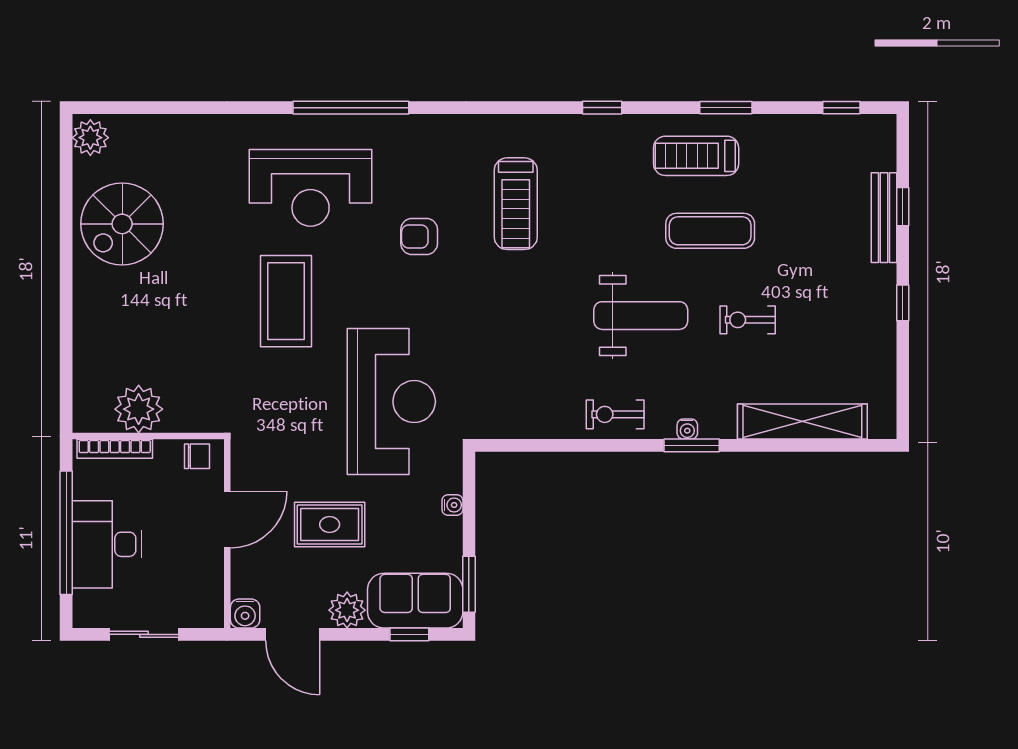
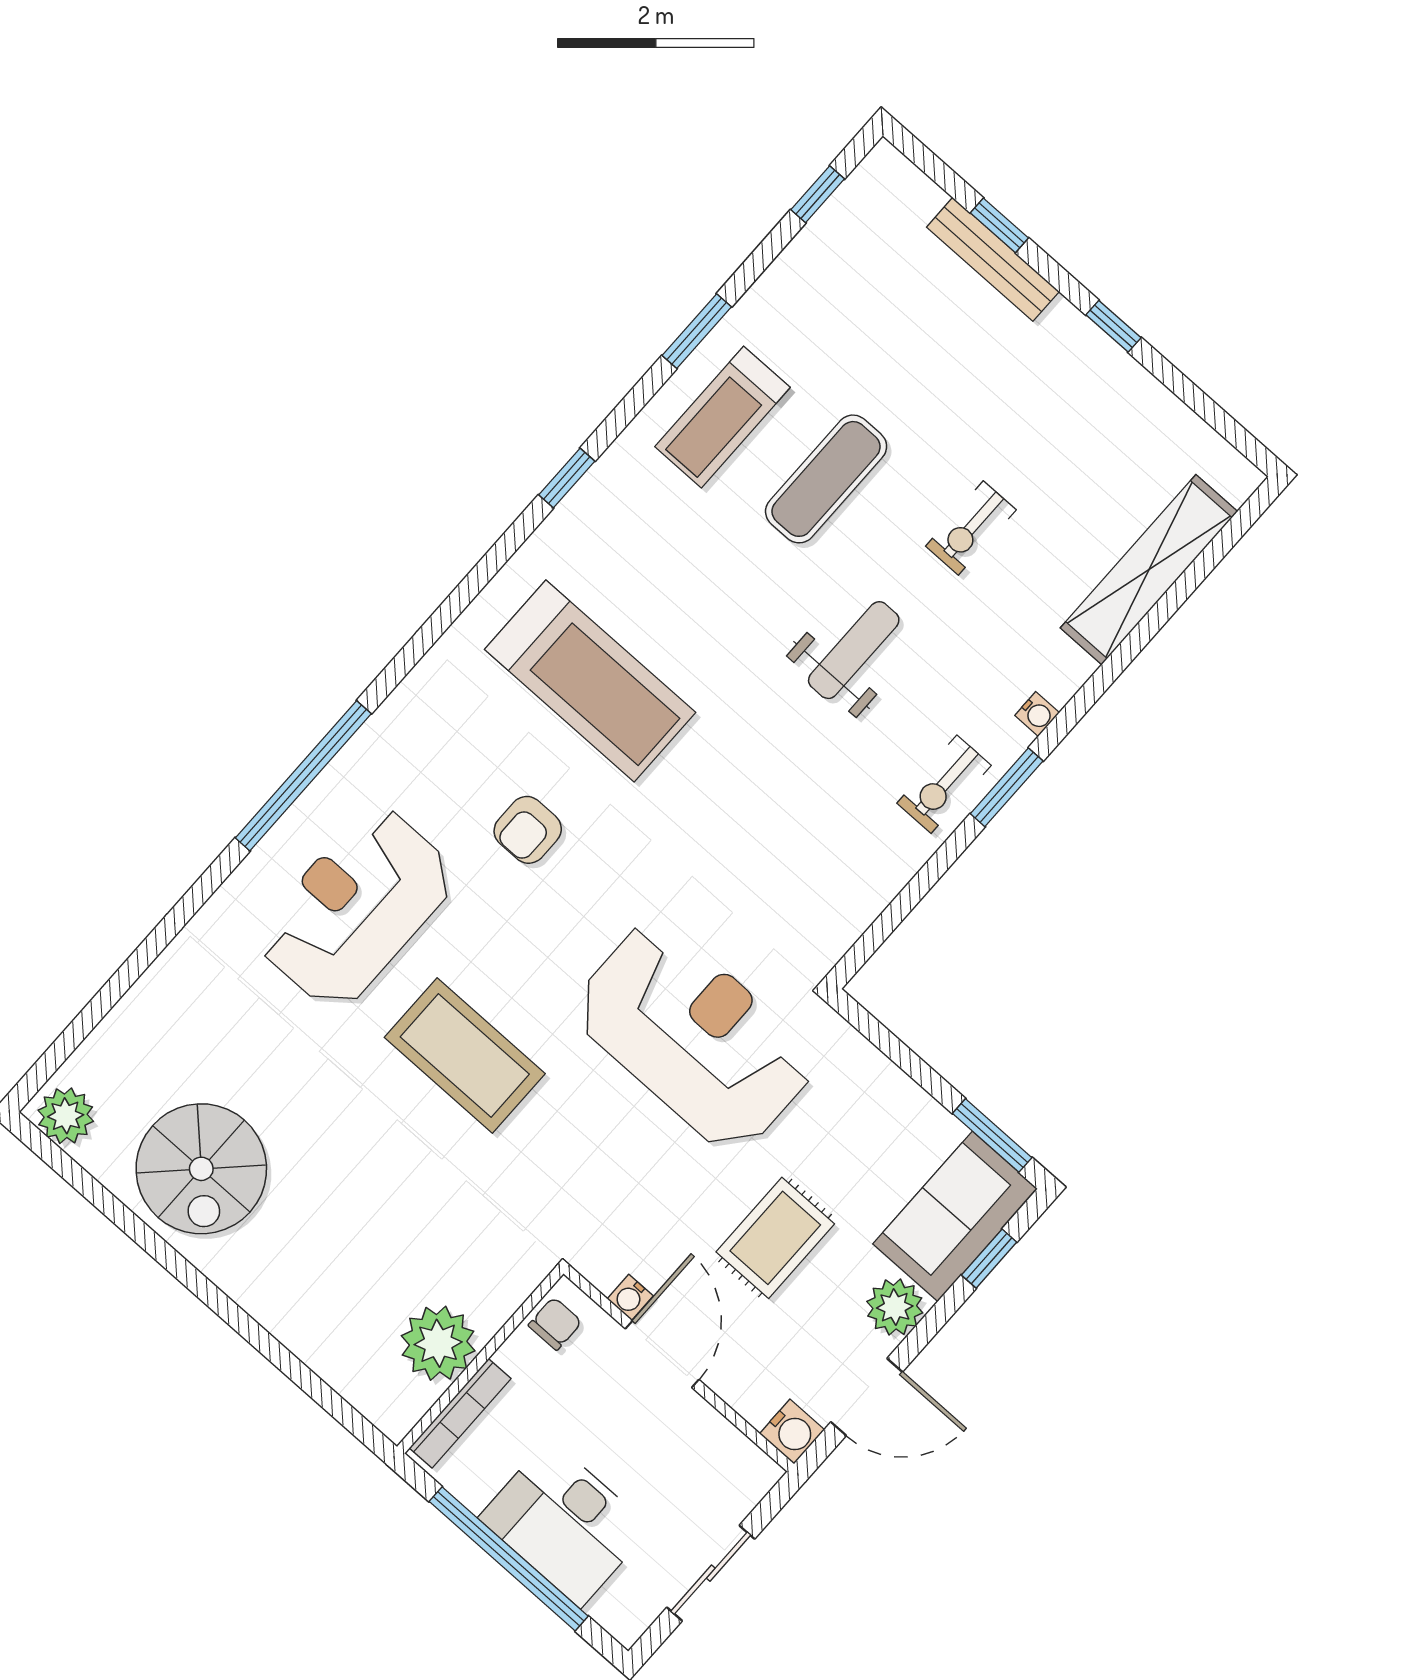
reception desk: (311, 188) -> (356, 908), turned 180
treadmill: (516, 204) -> (590, 681), width x1.37, depth x1.38
weight bench: (641, 316) -> (854, 650), width x0.73, depth x0.75
window: (692, 445) -> (1007, 787), moved
water cooler: (452, 505) -> (630, 1297), moved, turned 180

